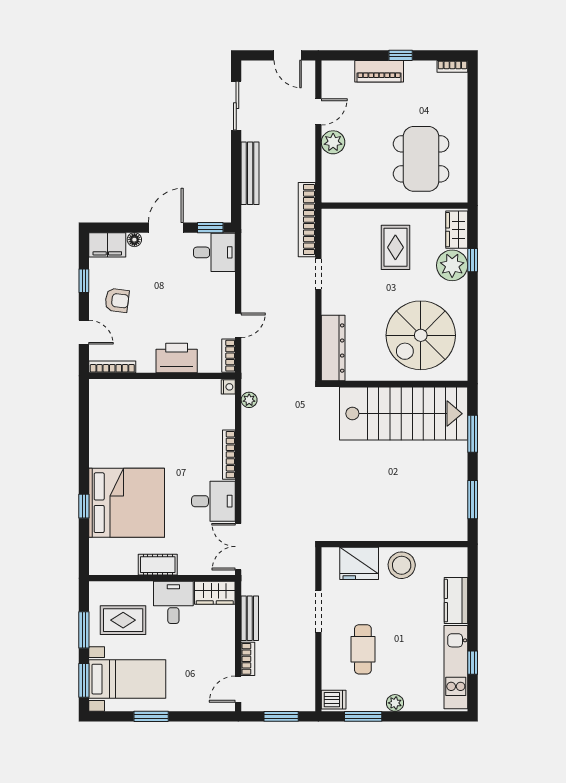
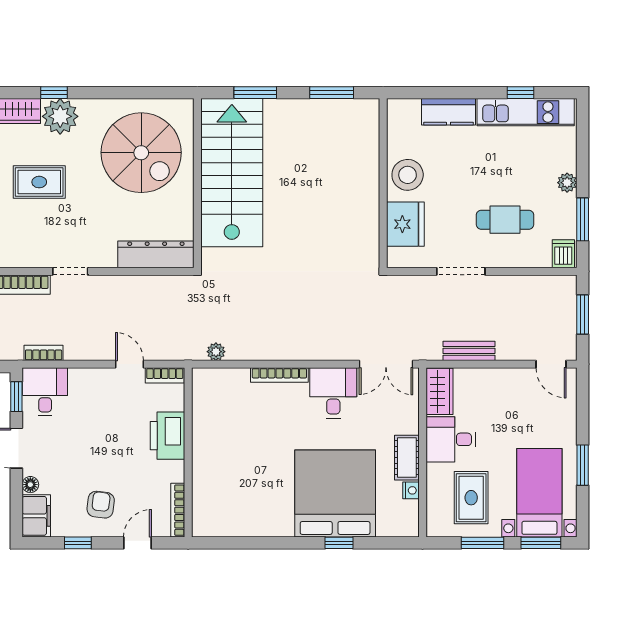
nightstand: (228, 387) -> (411, 490), moved, turned 90
bookcase: (248, 659) -> (44, 353), moved

